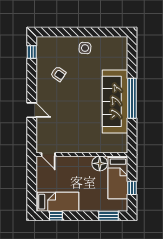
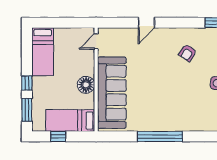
sofa: (115, 101) -> (112, 93), moved, turned 90
floor lamp: (100, 163) -> (86, 85), moved
window: (56, 216) -> (27, 83), moved

